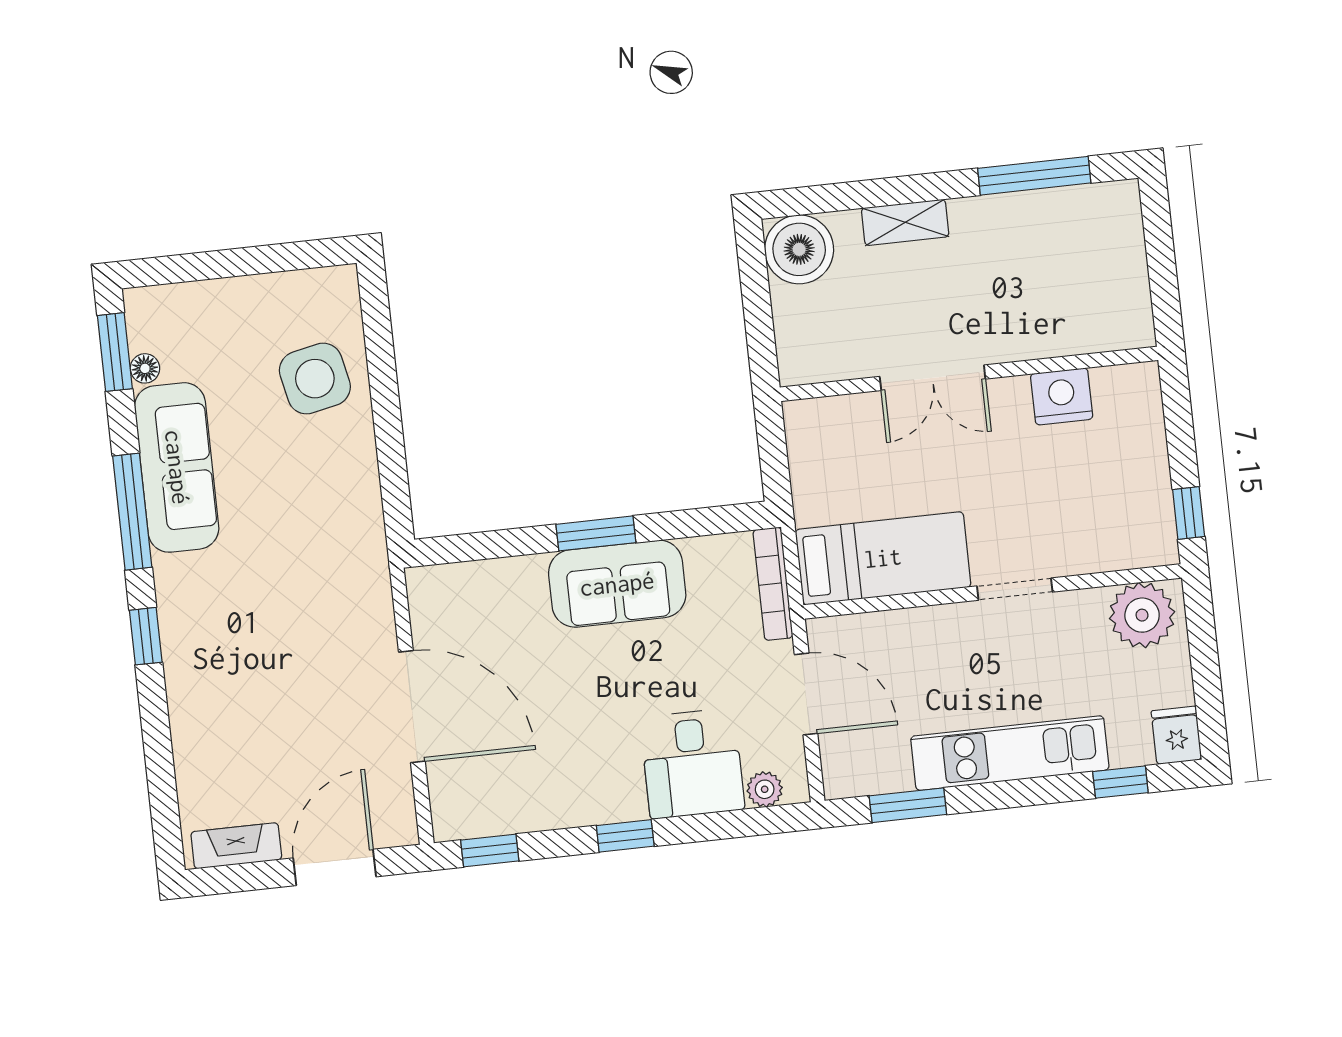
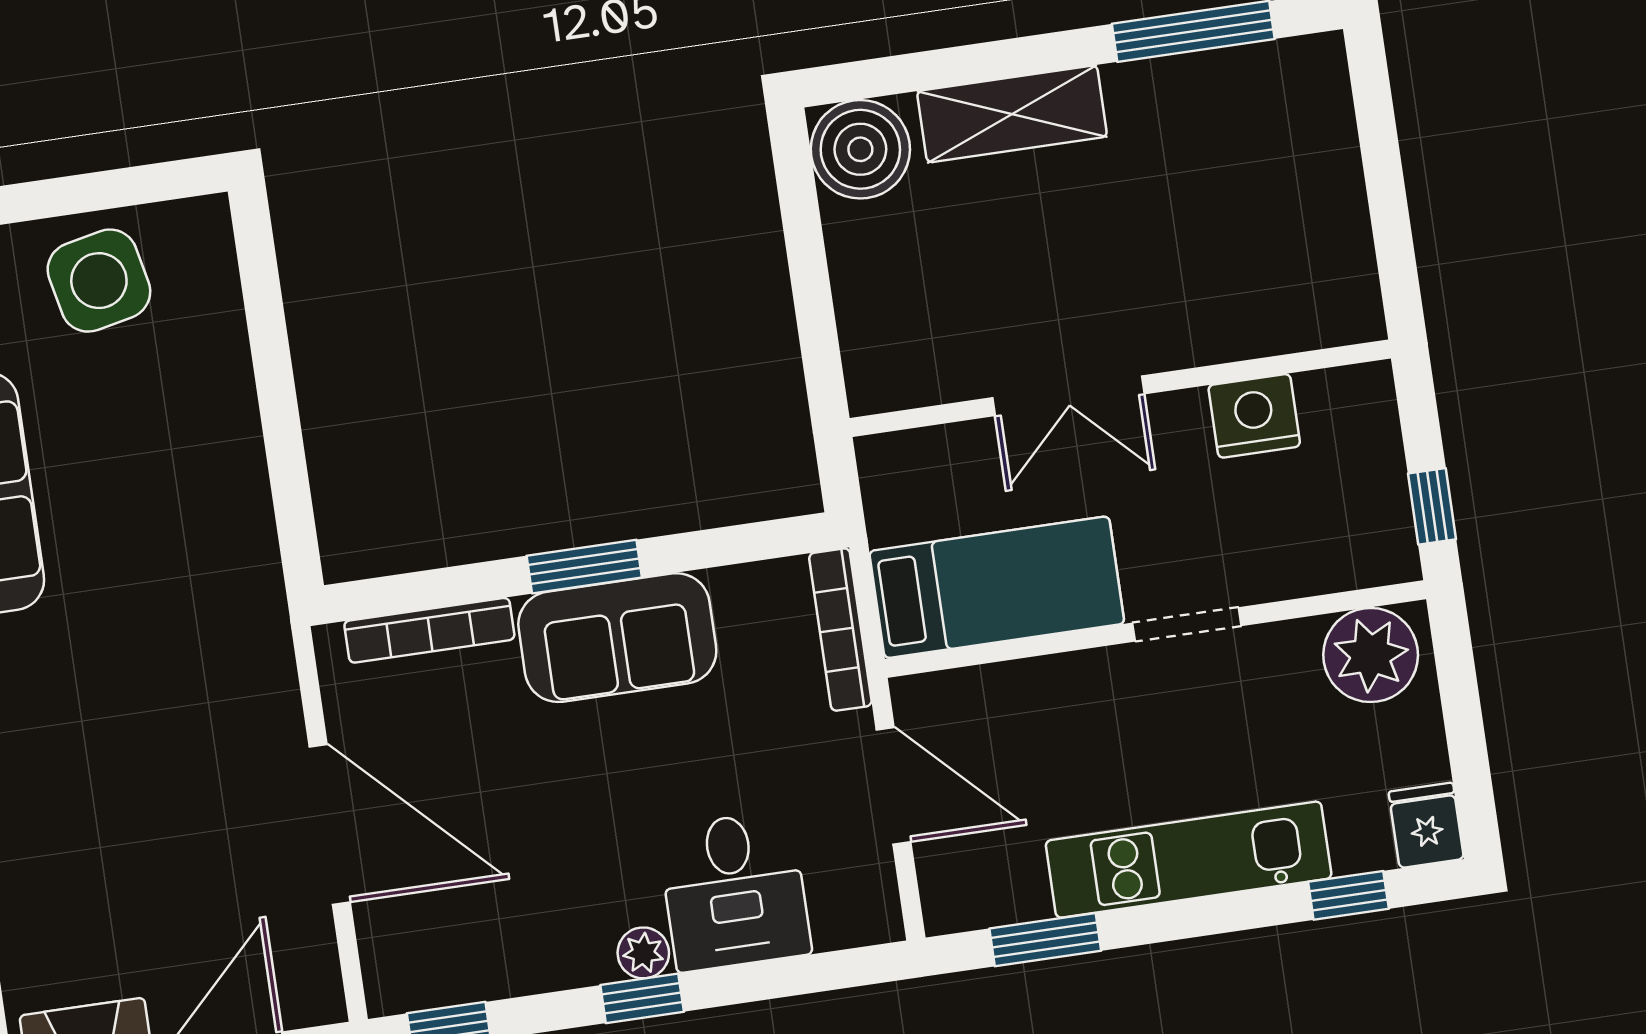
shelving: (905, 222) -> (1012, 114), width x1.50, depth x1.33
wall: (969, 374) -> (1120, 388), moved
double door: (933, 378) -> (1068, 396), moved
side table: (315, 379) -> (99, 281), moved
nightstand: (1062, 396) -> (1254, 416), moved
bookcase: (486, 574) -> (429, 630), added
plant: (765, 789) -> (643, 953), moved

